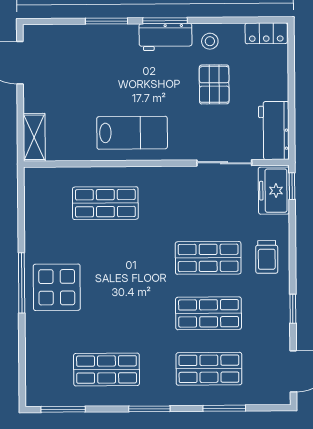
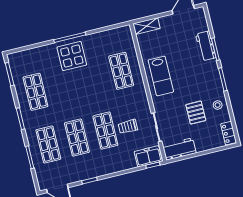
workbench: (166, 37) -> (206, 46), moved
pallet: (214, 84) -> (196, 113), turned 90
trolley: (267, 257) -> (128, 126), moved

